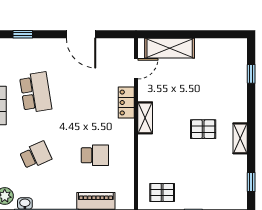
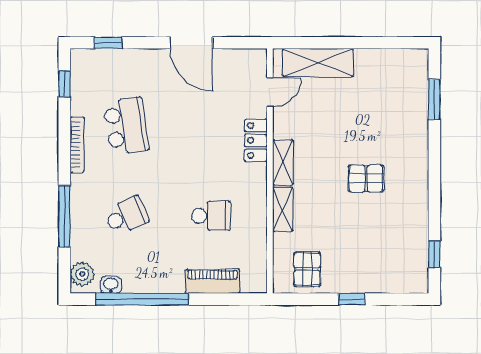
window: (251, 74) -> (434, 99), width x1.50
shelving: (240, 138) -> (283, 209), moved
pallet: (162, 193) -> (307, 269), turned 90

